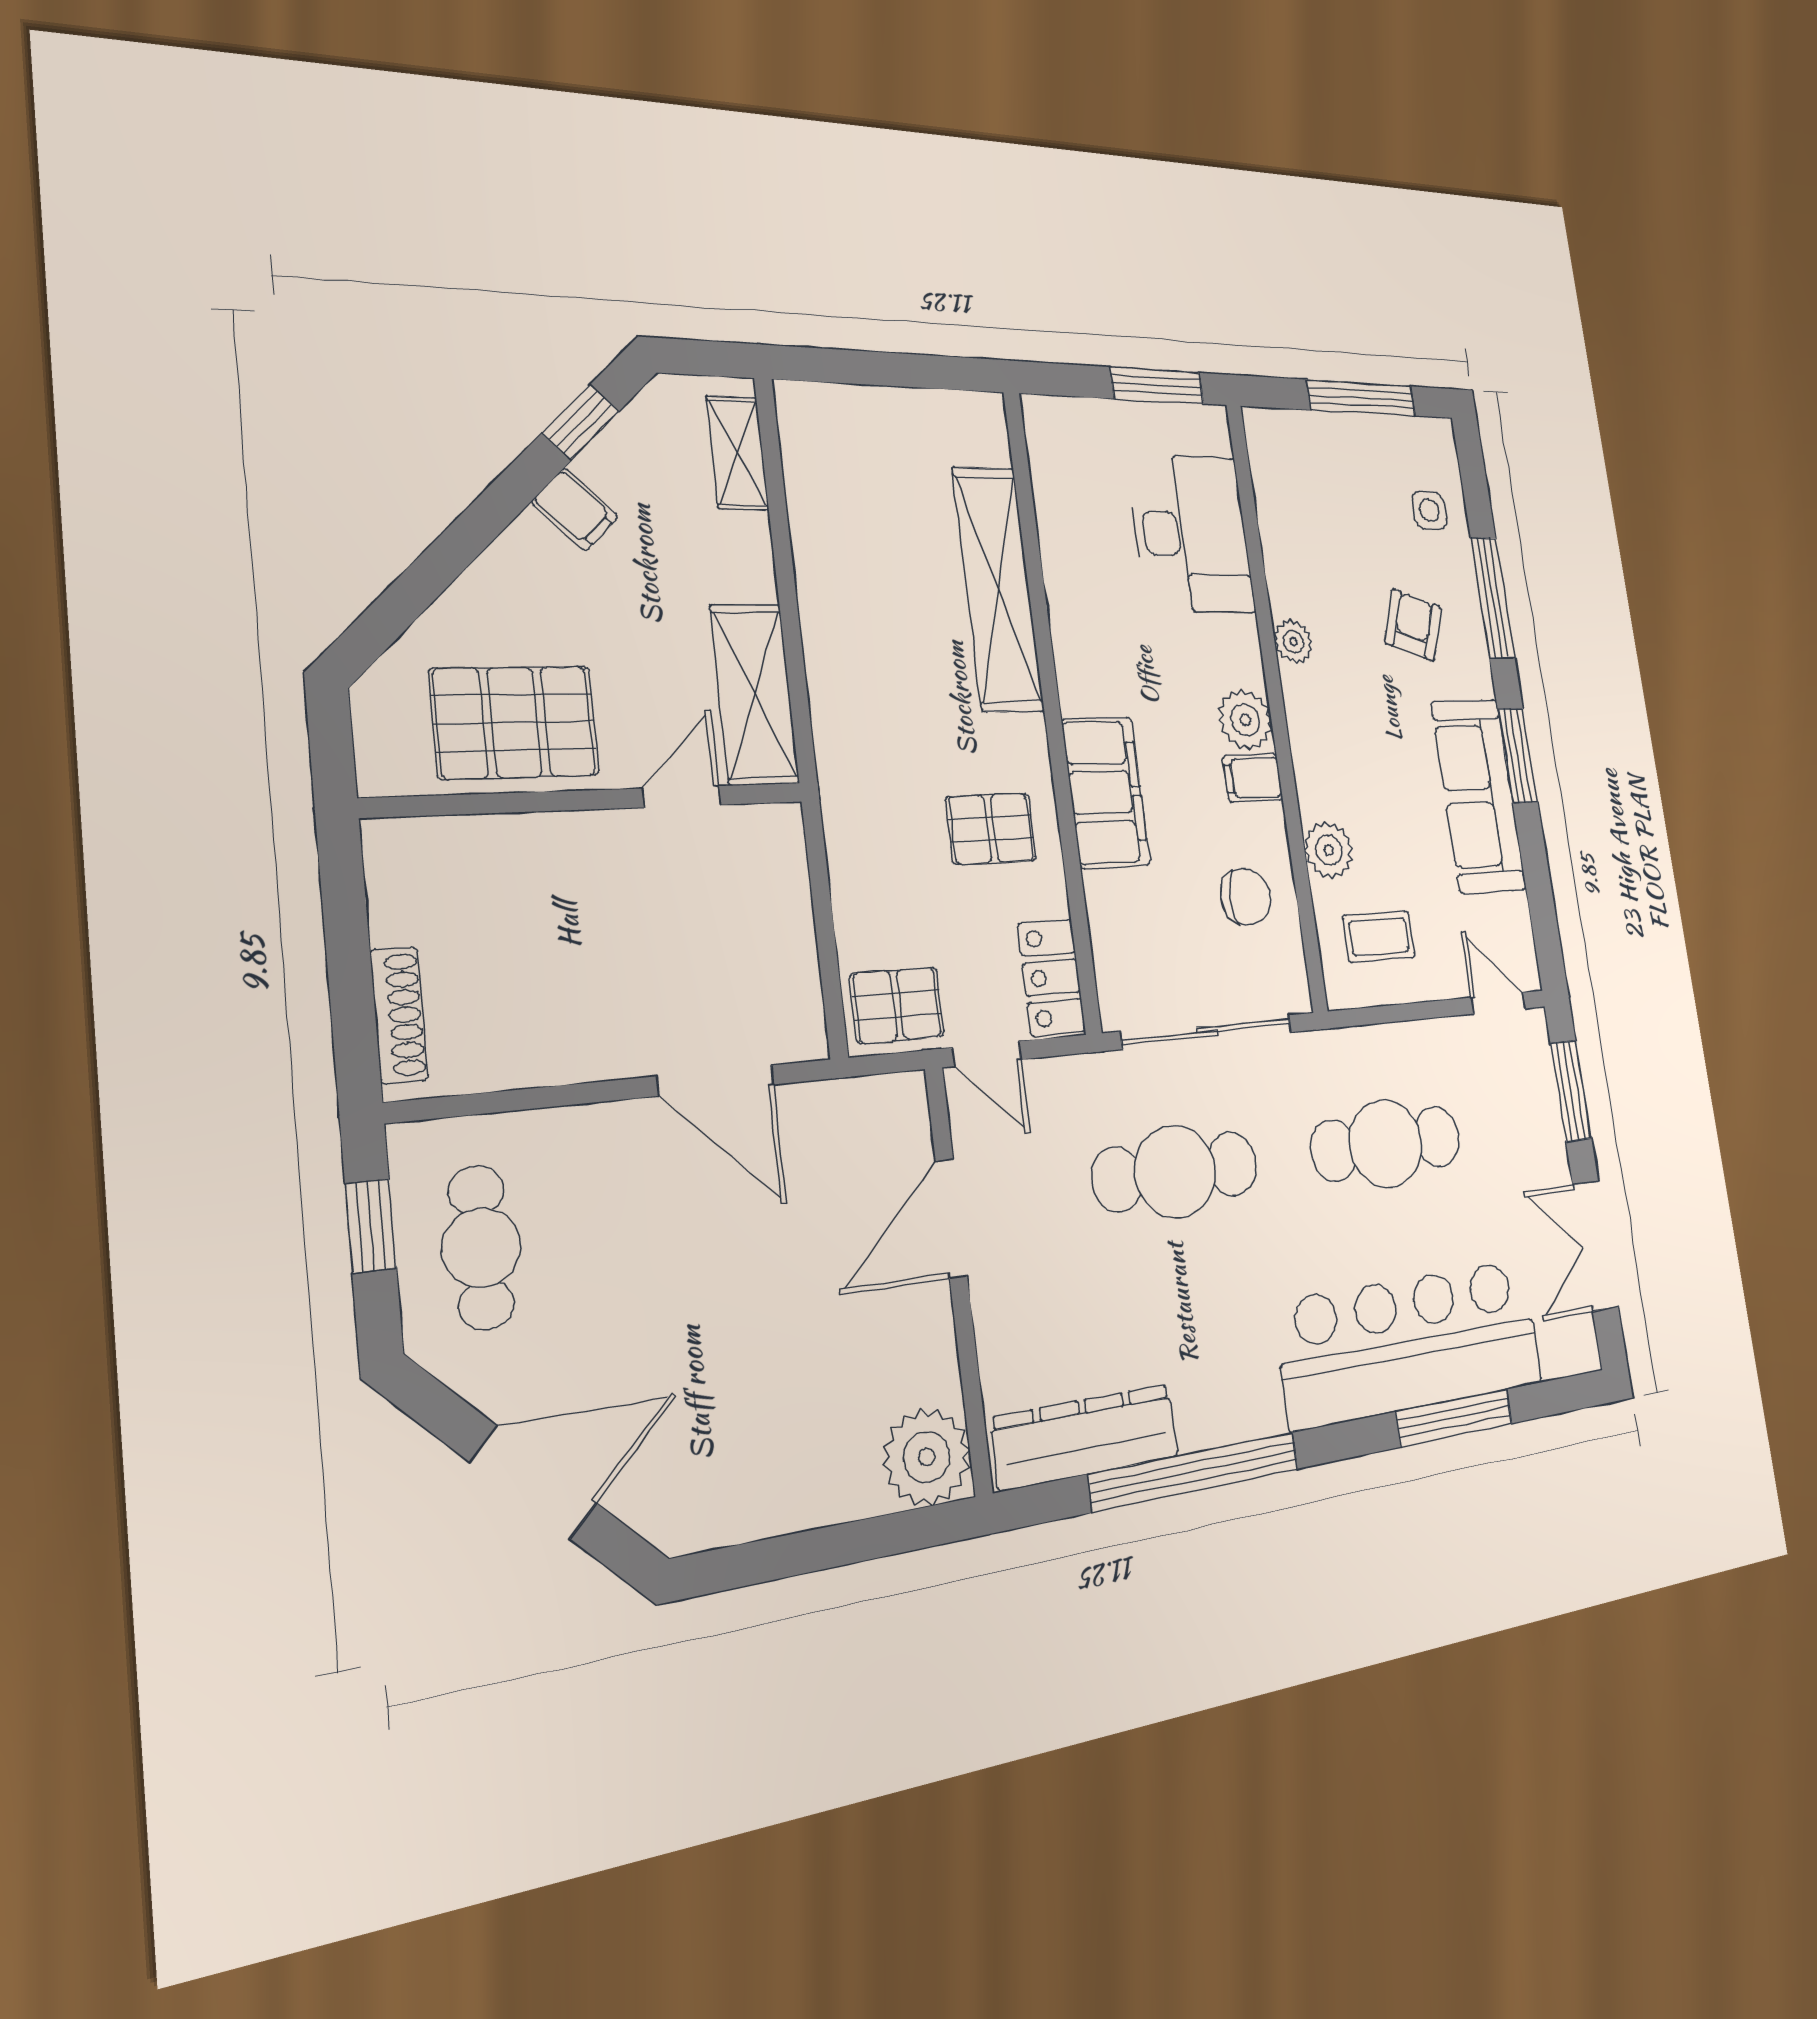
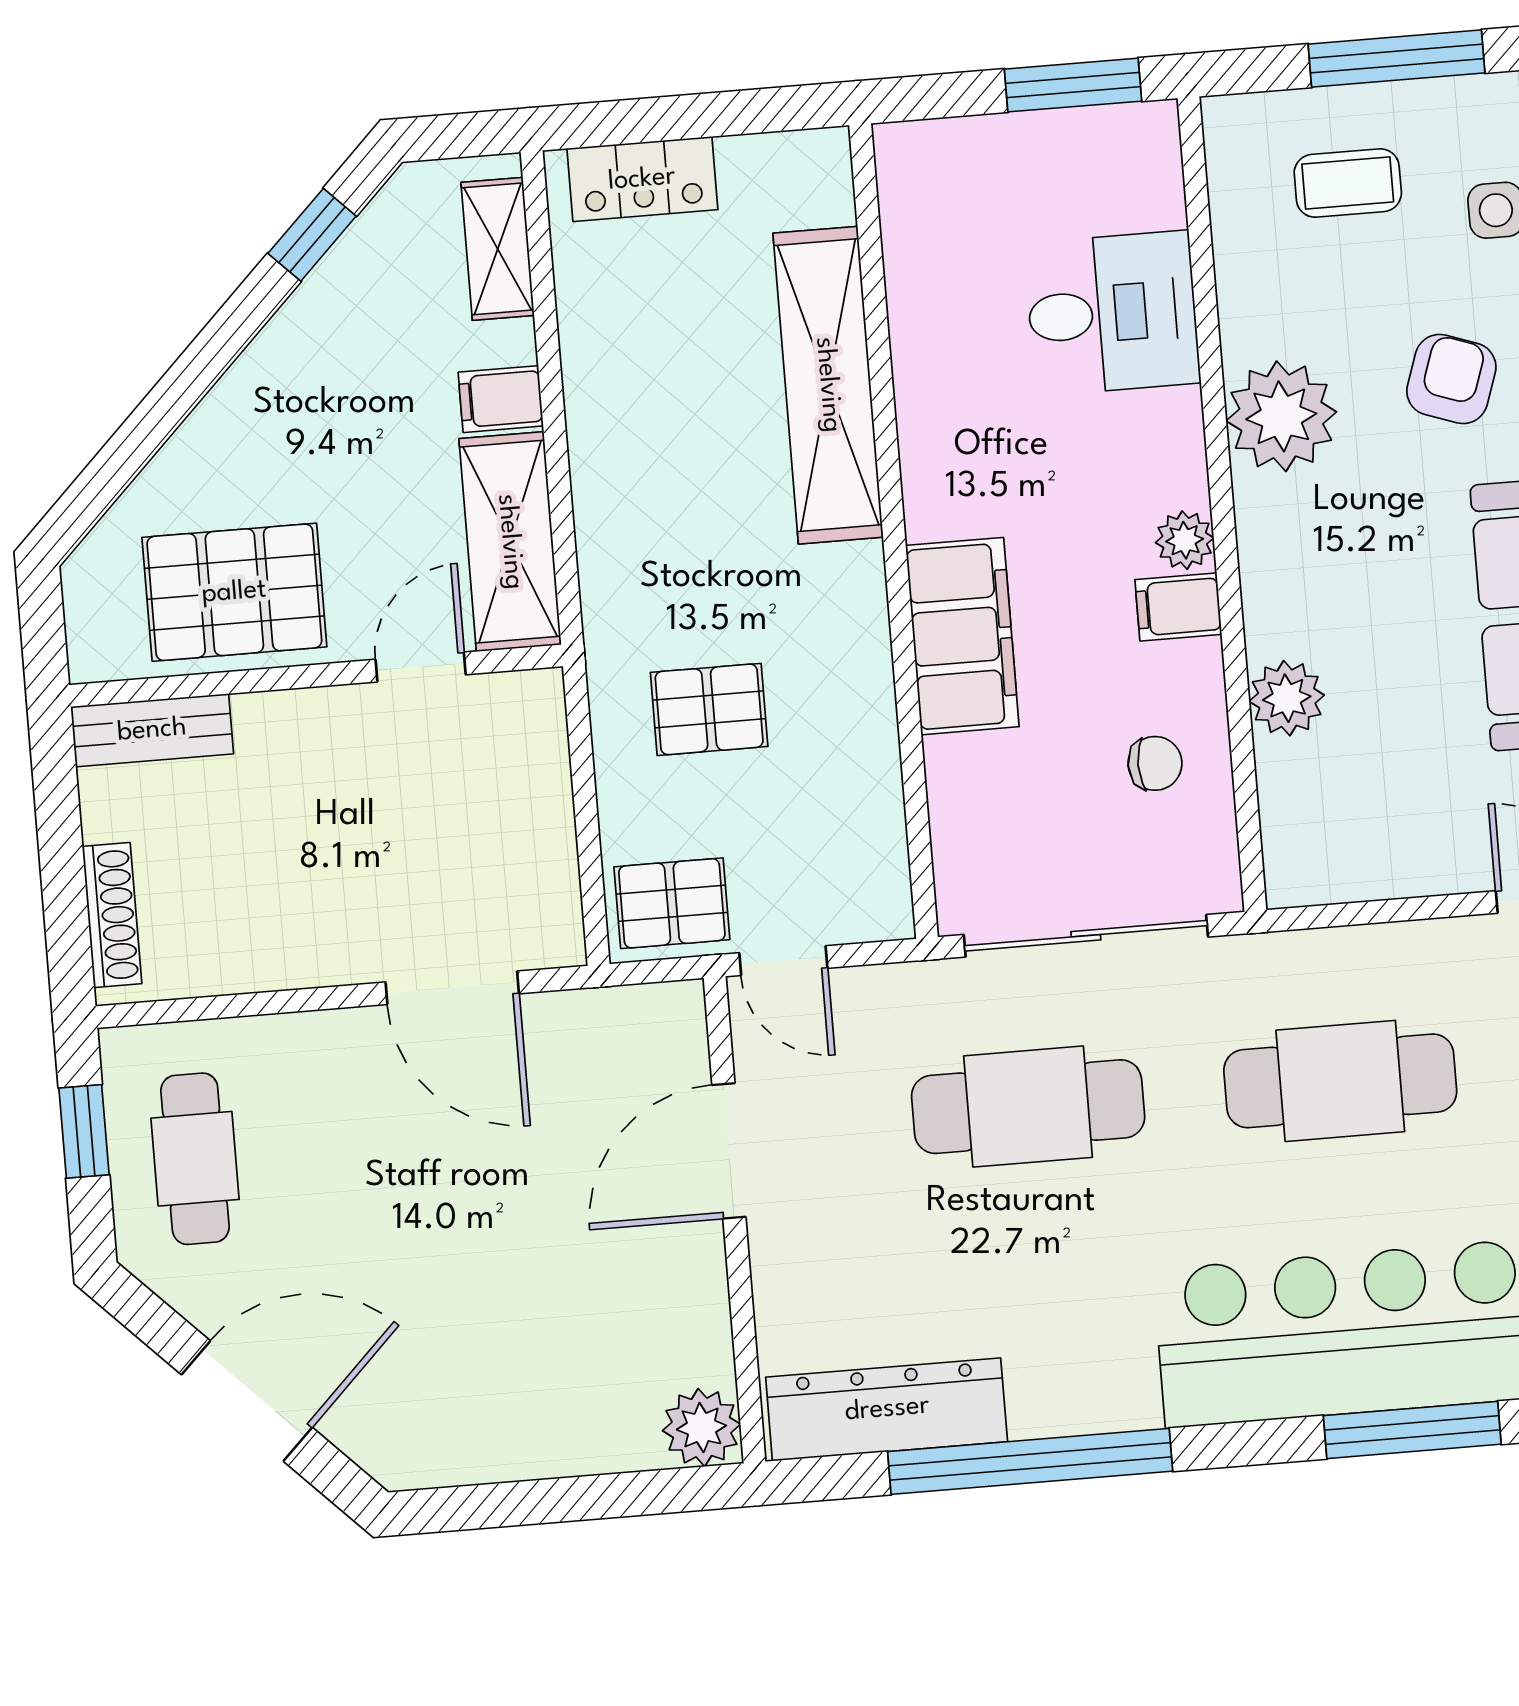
filing cabinet: (575, 509) -> (501, 399), moved, turned 135
desk: (1191, 534) -> (1112, 313), width x0.73
plant: (1293, 642) -> (1281, 416), width x1.88, depth x1.88
plant: (1245, 720) -> (1185, 540), width x0.73, depth x0.73
pallet: (991, 829) -> (709, 709), moved
bench: (438, 843) -> (152, 730), added
chair: (1246, 897) -> (1155, 763), width x0.73, depth x0.73
coffee table: (1379, 937) -> (1348, 183), moved
locker: (1051, 978) -> (642, 179), moved, turned -90
plant: (927, 1457) -> (701, 1427), width x0.73, depth x0.73

